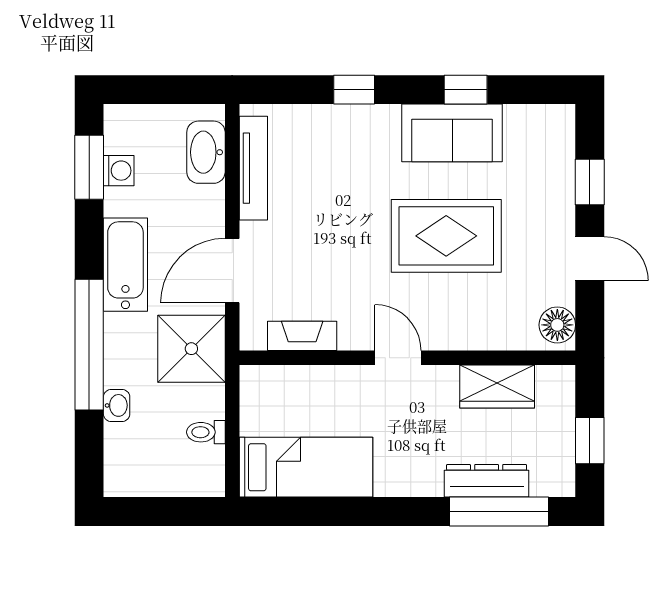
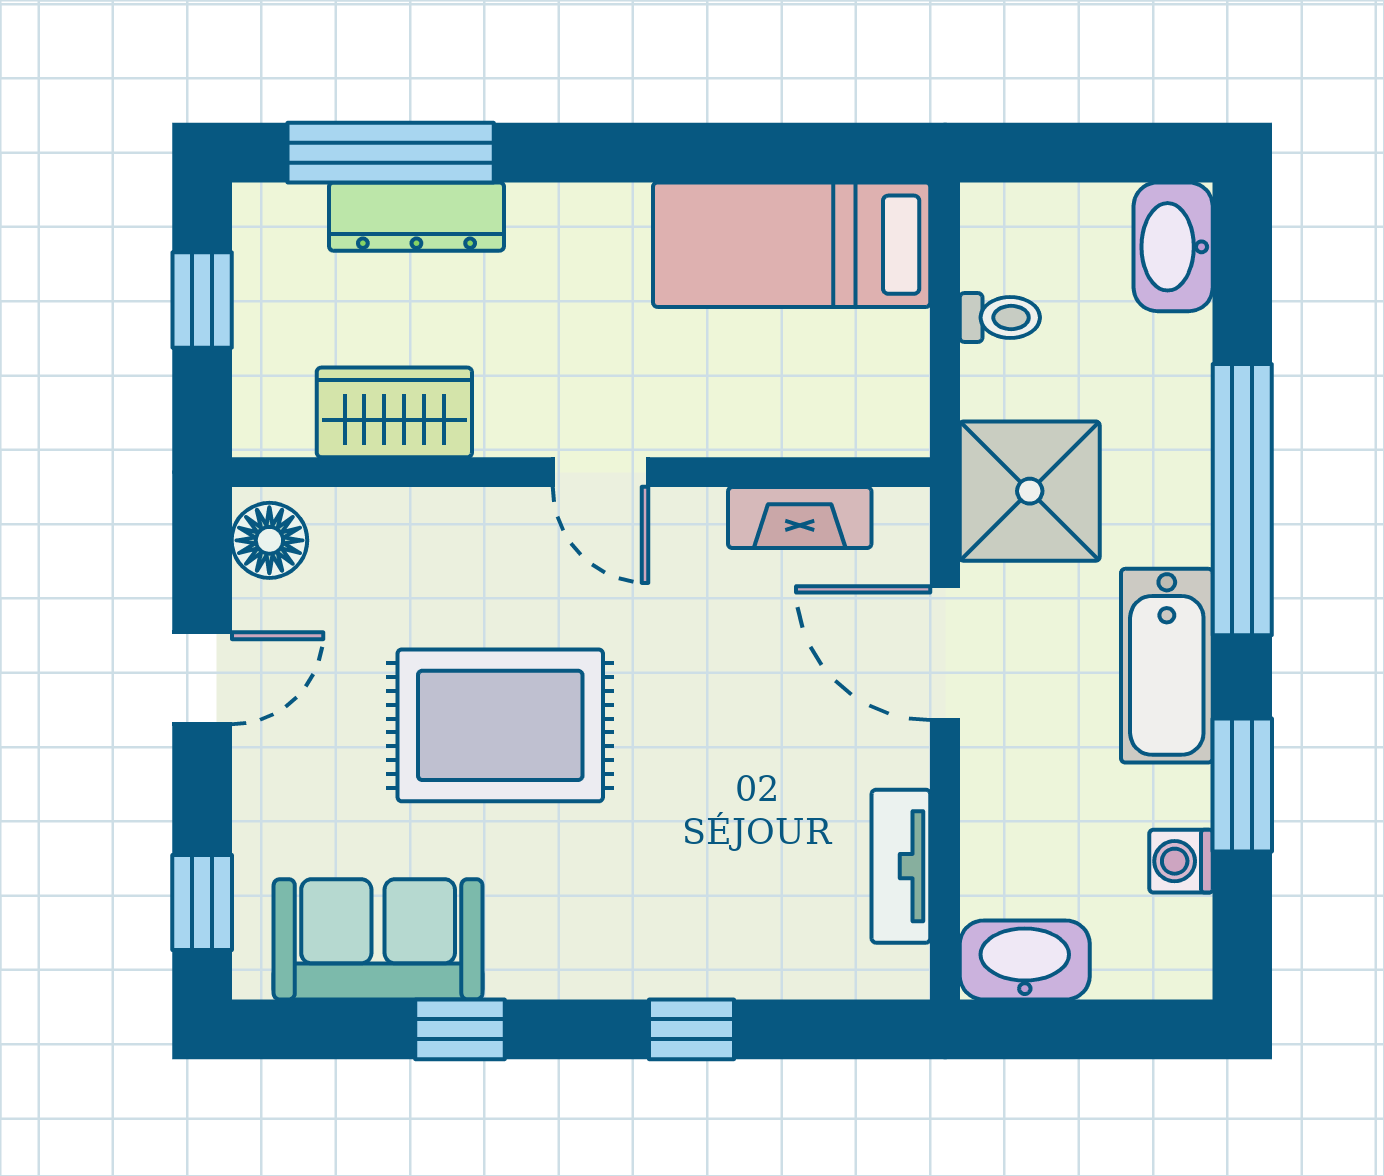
sofa: (452, 133) -> (378, 939), moved
washbasin: (206, 152) -> (1025, 960), moved, turned -90
window: (89, 167) -> (1242, 785), moved
tv unit: (253, 168) -> (901, 866), width x0.71
window: (590, 182) -> (202, 902), moved
door: (590, 259) -> (202, 678), swing flipped
door: (232, 271) -> (945, 653), swing flipped
washbasin: (117, 405) -> (1173, 247), moved, width x1.91, depth x1.45

